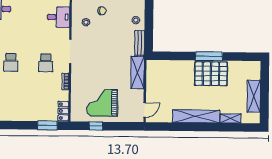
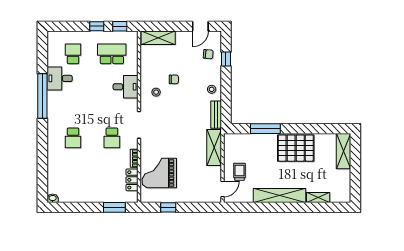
window: (209, 56) -> (265, 129), moved
trolley: (160, 95) -> (239, 172), added
shelving: (254, 96) -> (344, 151), moved
grand piano: (102, 103) -> (159, 173), moved
locker: (63, 111) -> (132, 180), moved

